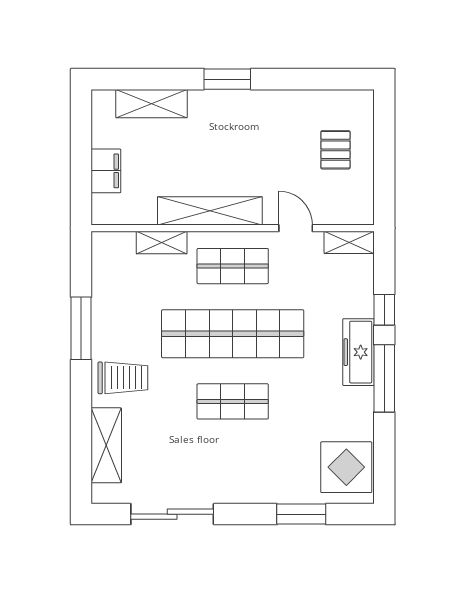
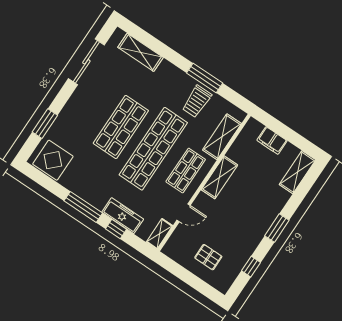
window: (308, 79) -> (251, 267), added
shelving: (152, 104) -> (297, 172), moved
shelving: (210, 211) -> (219, 177), width x0.68
shelving: (162, 243) -> (222, 137), width x1.50, depth x1.33
freezer: (358, 352) -> (123, 216), moved
trolley: (123, 378) -> (197, 101), moved
shop shelf: (233, 401) -> (121, 127), width x1.43, depth x1.36

